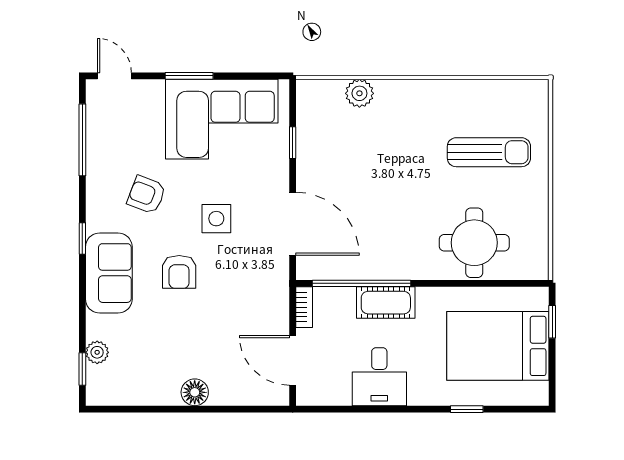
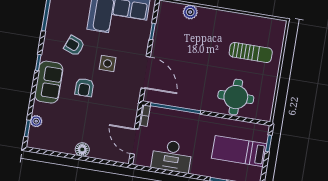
cot: (386, 303) -> (186, 120), removed
bed: (498, 346) -> (239, 151), width x0.67
desk: (379, 377) -> (172, 156), width x1.37

